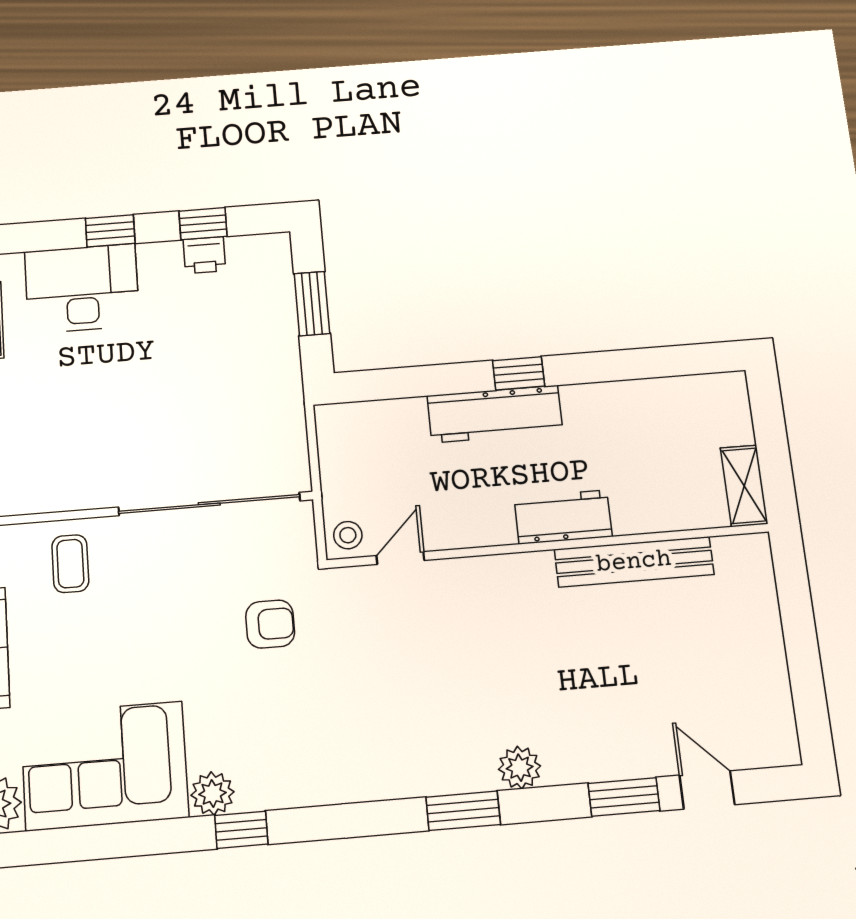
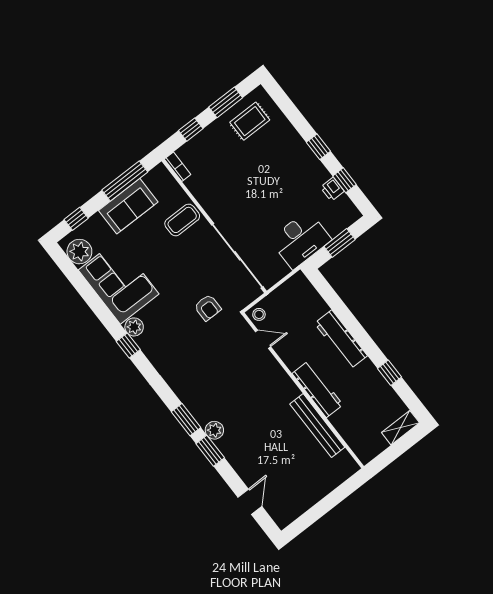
desk: (82, 288) -> (300, 240), moved, turned 90
window: (519, 373) -> (389, 373), moved
shelving: (744, 486) -> (400, 428), moved
workbench: (563, 517) -> (318, 389), width x1.38
coffee table: (70, 564) -> (182, 220), width x1.36, depth x1.30
window: (624, 797) -> (210, 451), moved

